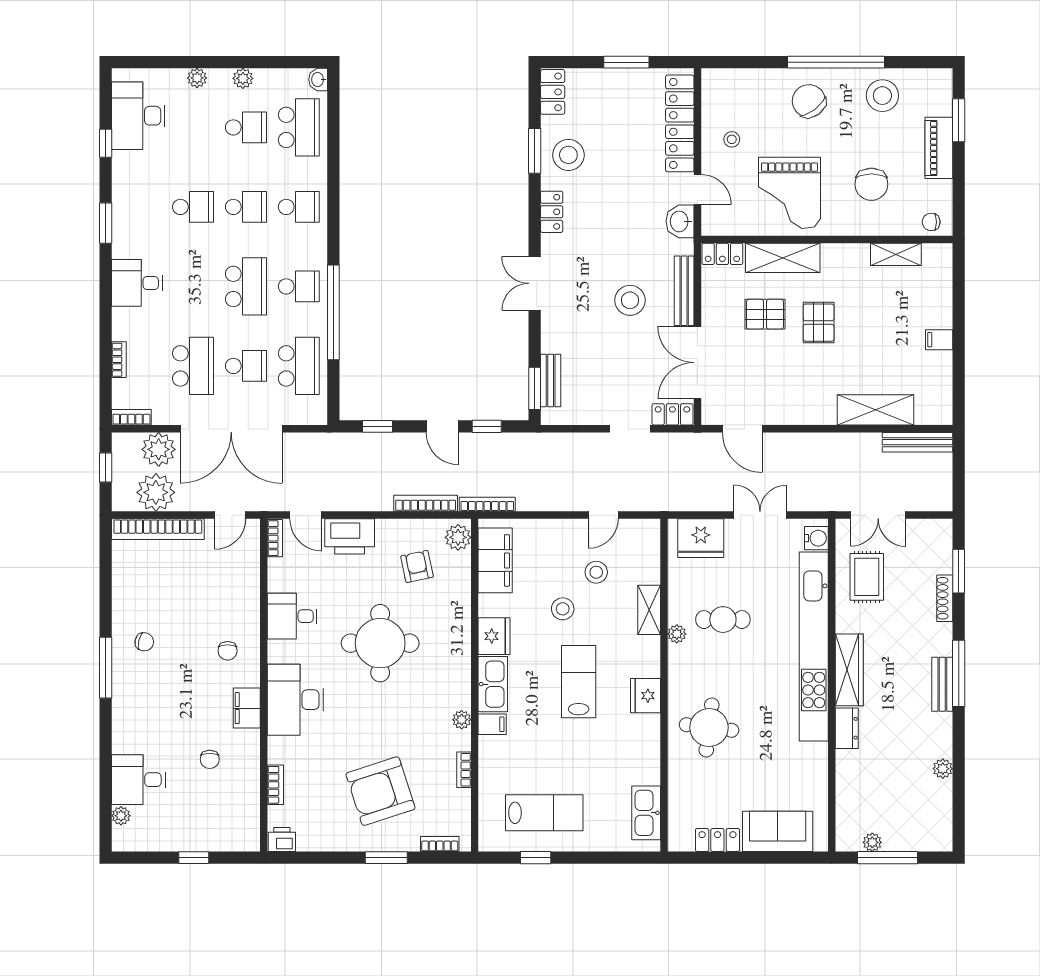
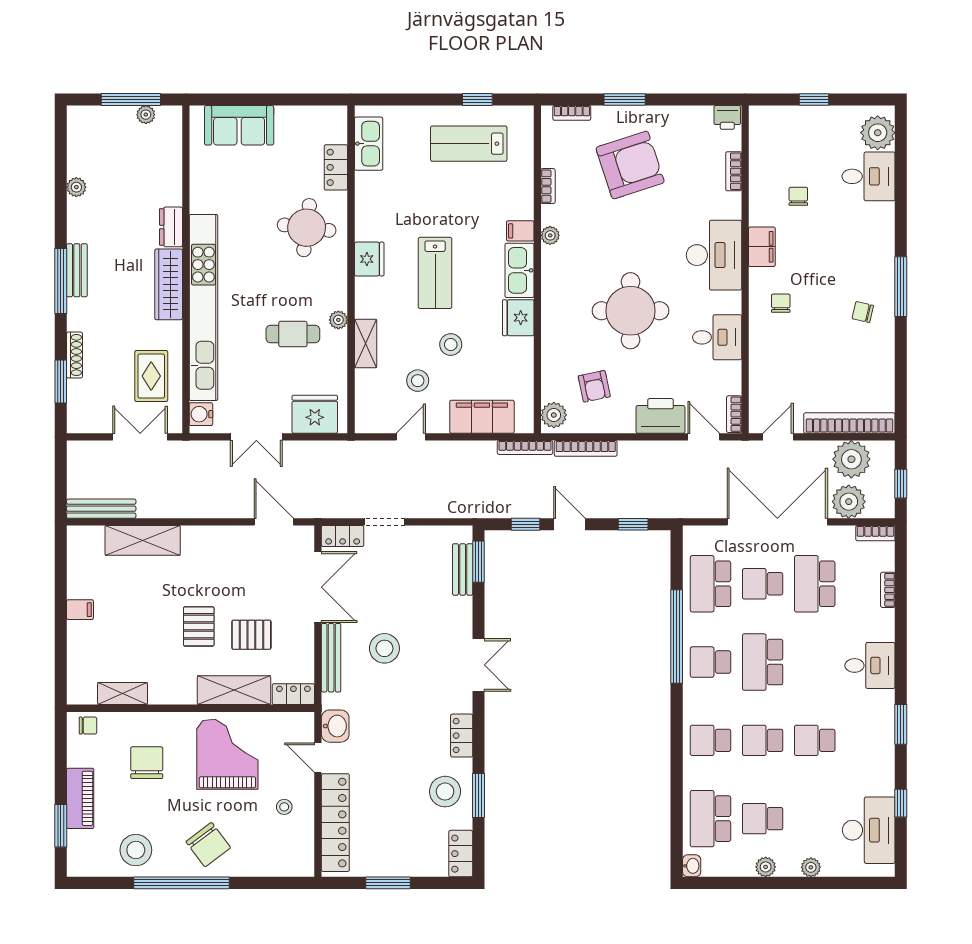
filing cabinet: (495, 560) -> (482, 417), moved, turned 90
plant: (121, 816) -> (878, 133), width x1.87, depth x1.87
locker: (717, 840) -> (336, 167), moved, turned 90

